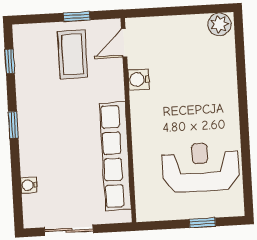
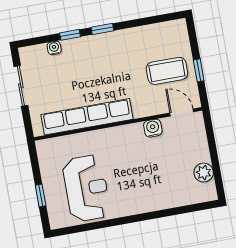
plant: (219, 24) -> (204, 173), moved
window: (10, 61) -> (70, 35), moved

